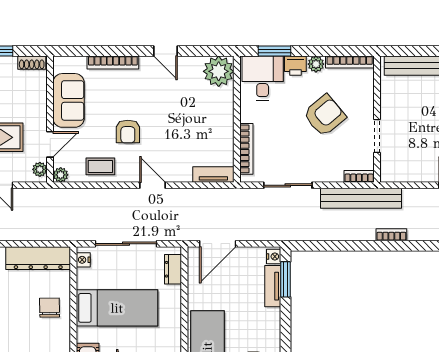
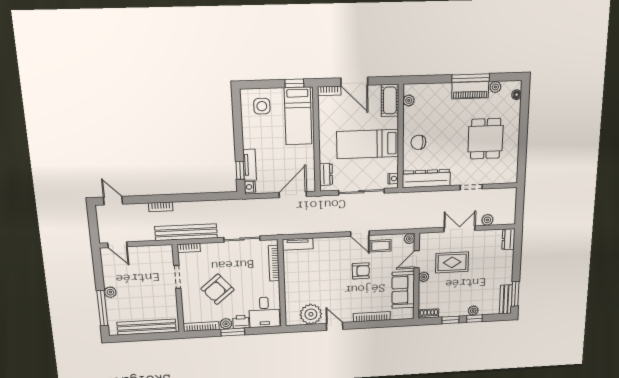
window: (275, 51) -> (233, 332), moved
plant: (219, 71) -> (311, 314), moved
armchair: (128, 132) -> (361, 271), turned 90
plant: (40, 169) -> (424, 277), moved
door: (152, 185) -> (360, 234), moved
window: (286, 279) -> (240, 170), width x0.67
chair: (50, 308) -> (418, 142), turned 94

